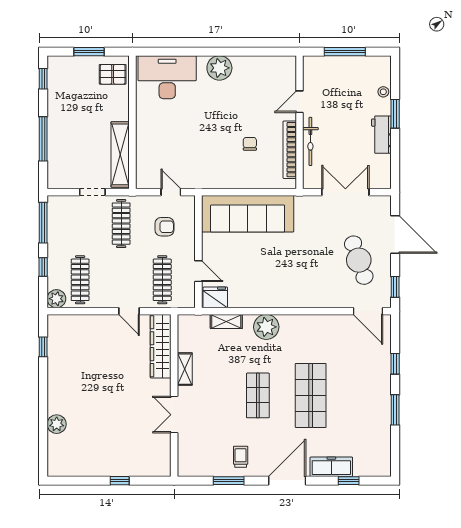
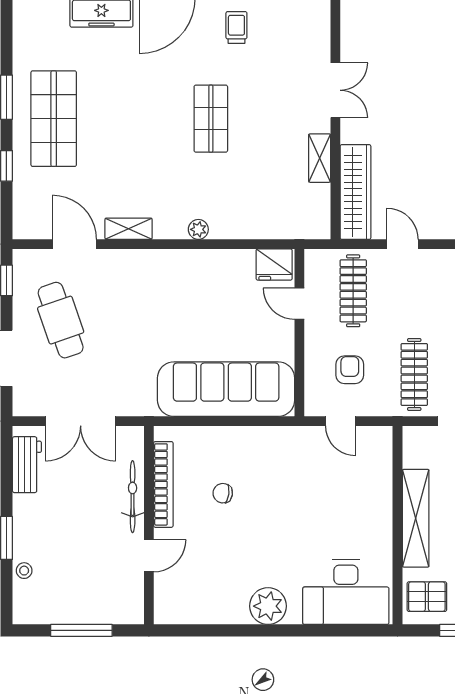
workbench: (381, 135) -> (27, 465), moved
chair: (250, 144) -> (223, 493), turned 98
shelving: (120, 154) -> (416, 518), moved
armchair: (164, 227) -> (350, 370), turned 90
door: (368, 311) -> (74, 244), moved
shelving: (226, 321) -> (129, 229), moved
plant: (266, 327) -> (198, 229), width x0.53, depth x0.53
shop shelf: (311, 395) -> (54, 119), moved
trolley: (241, 457) -> (236, 27), turned 180

